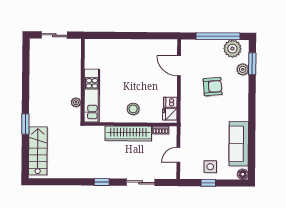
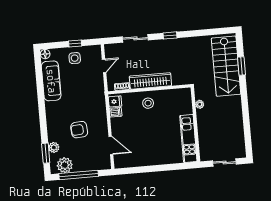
kitchen unit: (92, 96) -> (188, 139), moved
window: (25, 124) -> (242, 66), moved
stairs: (38, 151) -> (226, 66), width x1.36, depth x1.51

